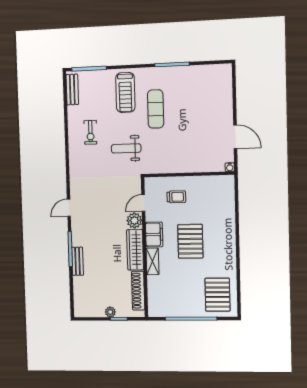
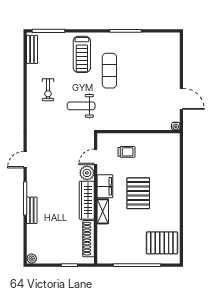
pallet: (217, 295) -> (162, 243), turned 90
plant: (110, 312) -> (32, 259), moved

